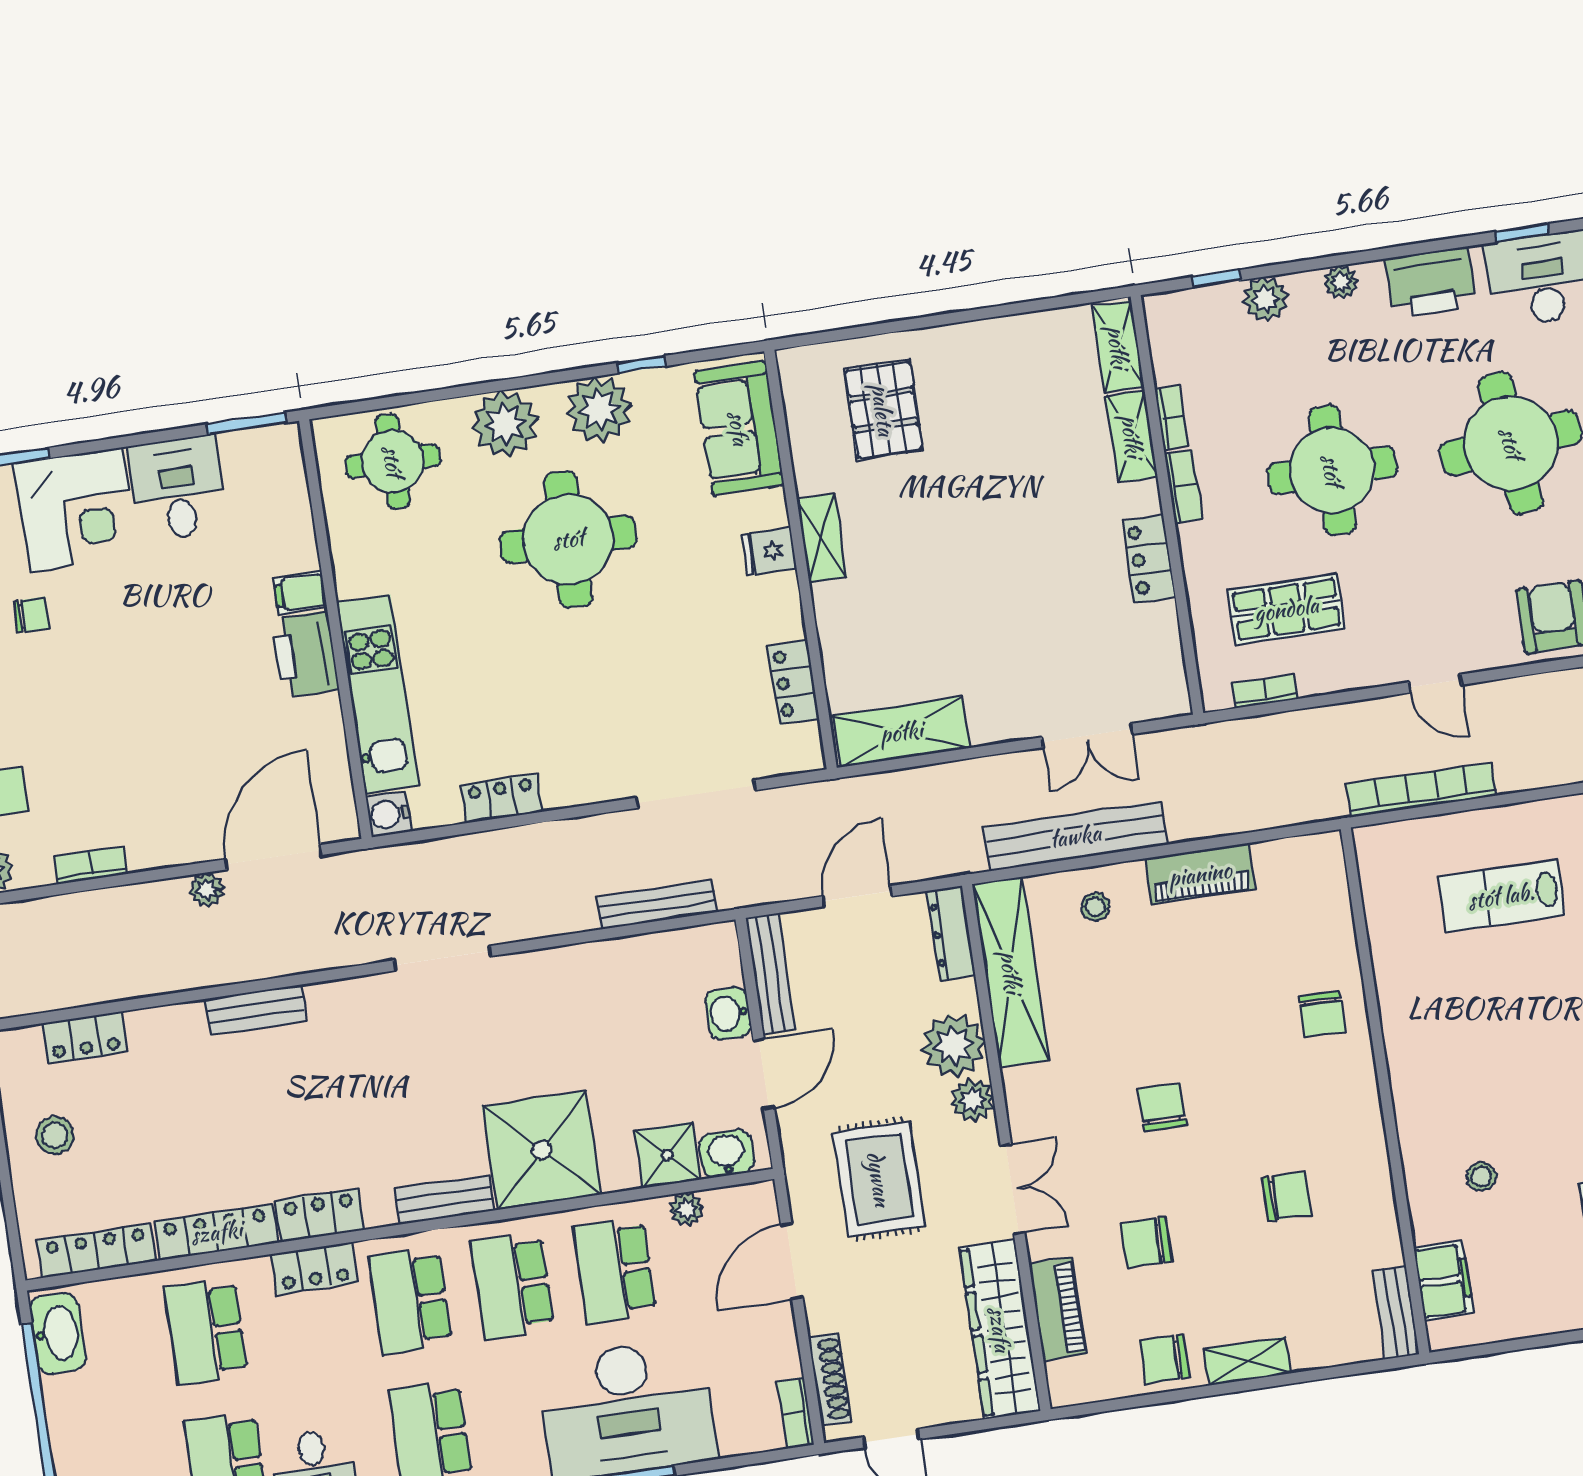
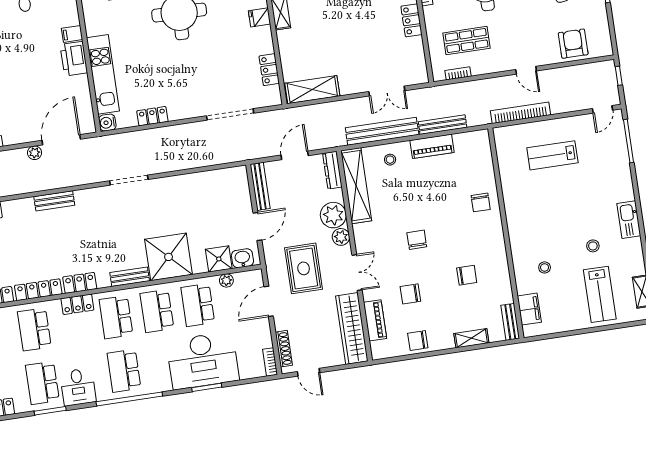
bench: (656, 904) -> (443, 125), moved
washbasin: (728, 1013) -> (243, 202), removed
shelving: (1247, 1361) -> (471, 338), moved

